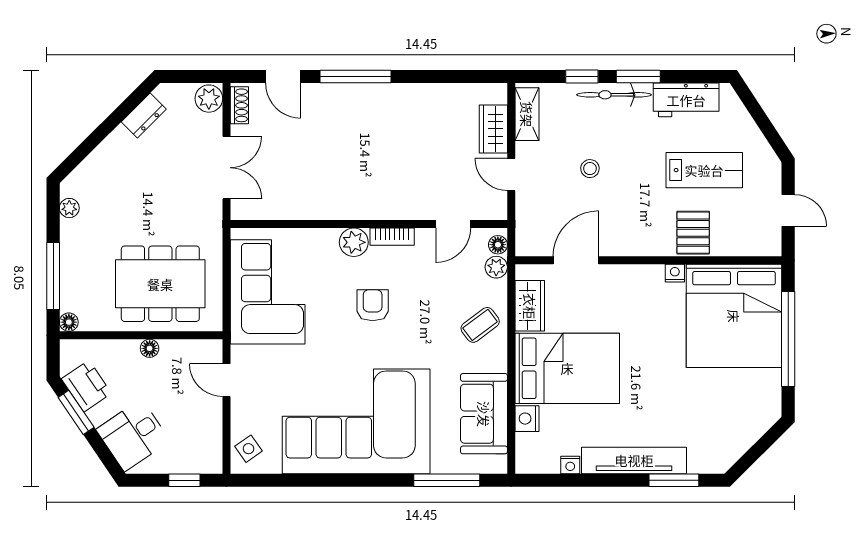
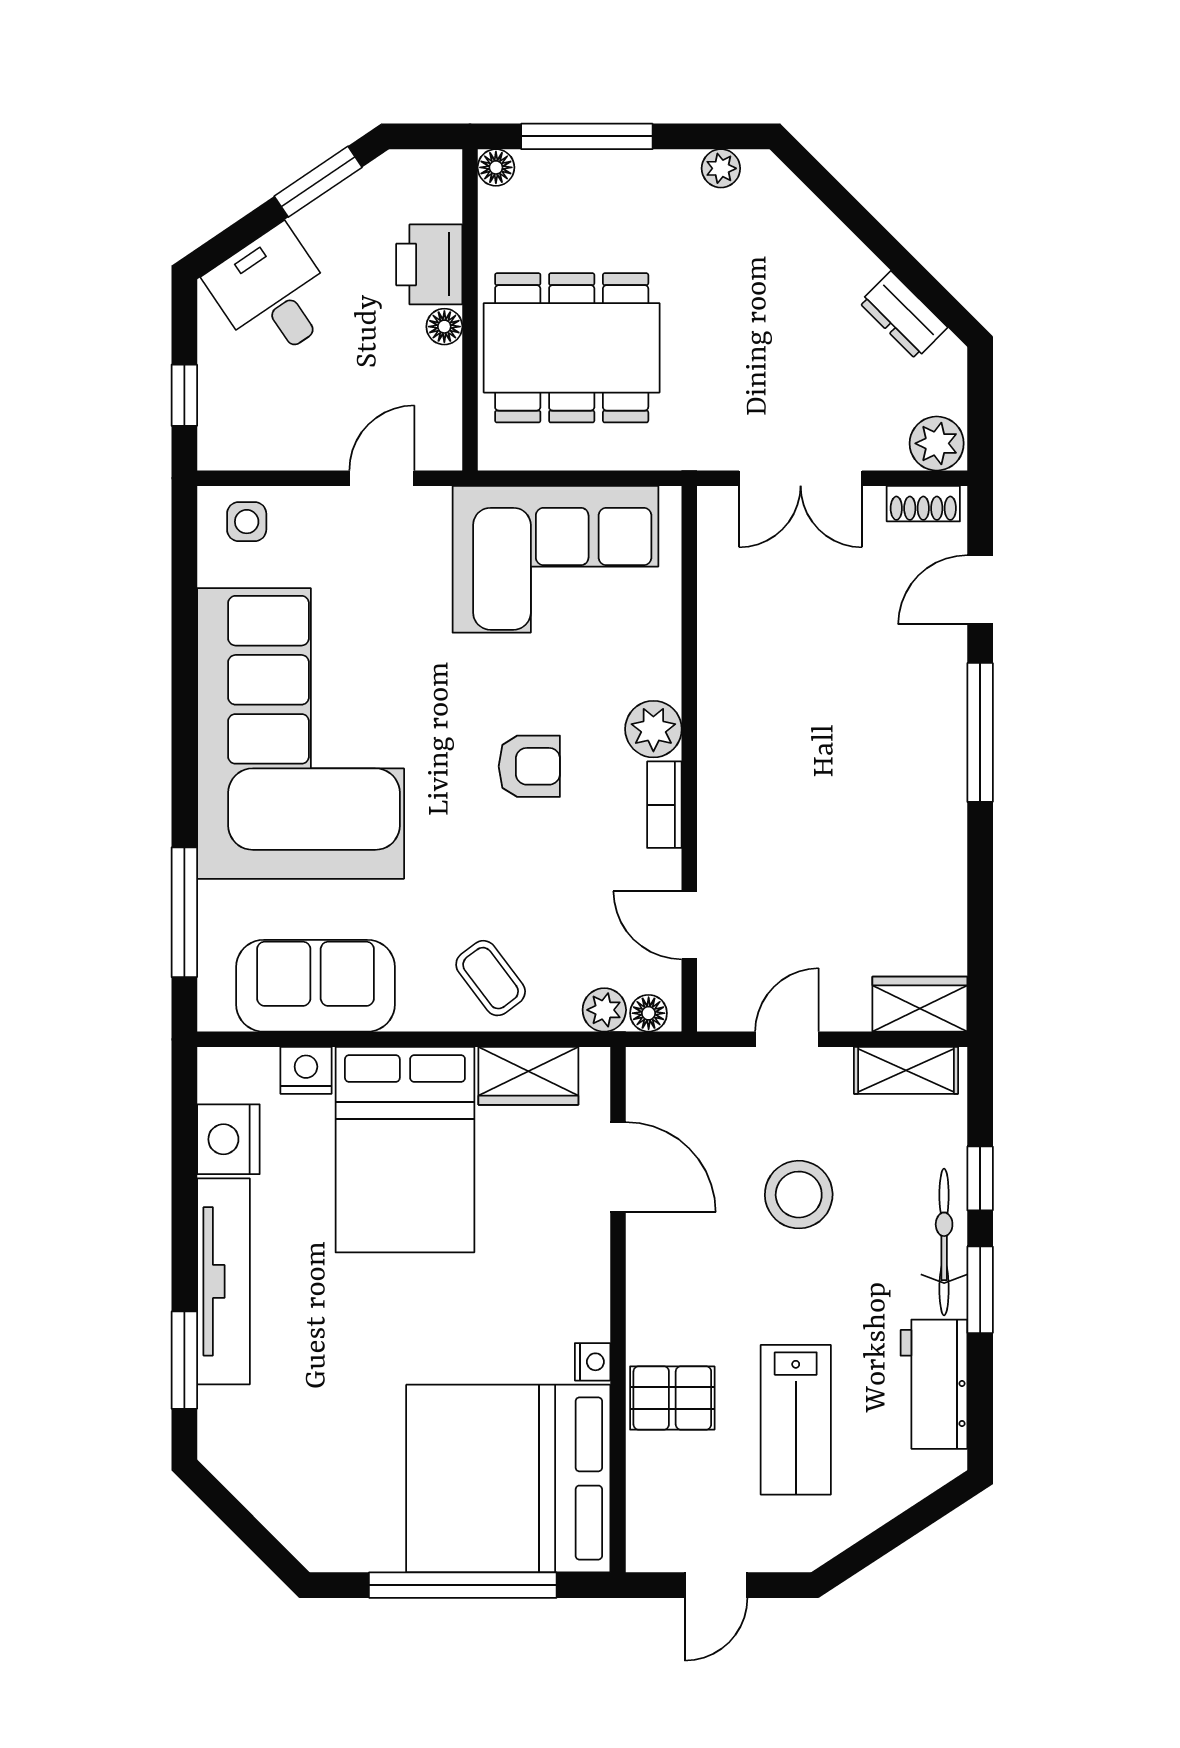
wardrobe: (493, 129) -> (920, 1004), moved
stool: (590, 169) -> (799, 1195), width x1.89, depth x1.89
dining table: (160, 284) -> (572, 348), turned 90
printer: (86, 386) -> (429, 264), moved, turned 124
side table: (249, 449) -> (247, 522), turned 35
nightstand: (570, 465) -> (228, 1139), width x1.89, depth x1.79

